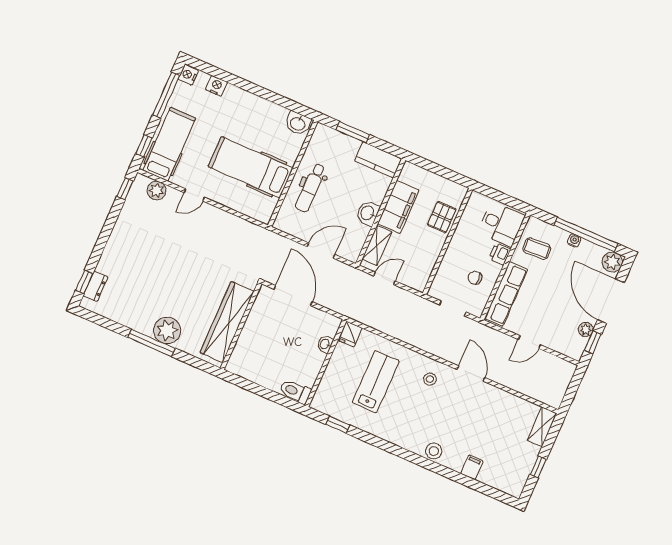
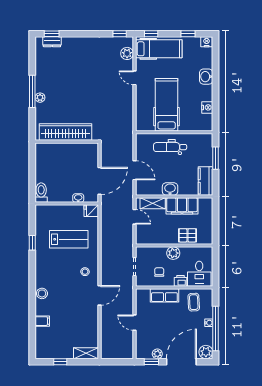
nightstand: (216, 86) -> (207, 107), moved
window: (166, 95) -> (188, 34), width x0.46
washbasin: (298, 123) -> (206, 77), moved
plant: (457, 247) -> (173, 253), added
row of seats: (506, 294) -> (164, 295), width x0.68
door: (293, 296) -> (99, 181), moved
plant: (167, 330) -> (40, 98), width x0.53, depth x0.53
window: (338, 425) -> (32, 243), moved

